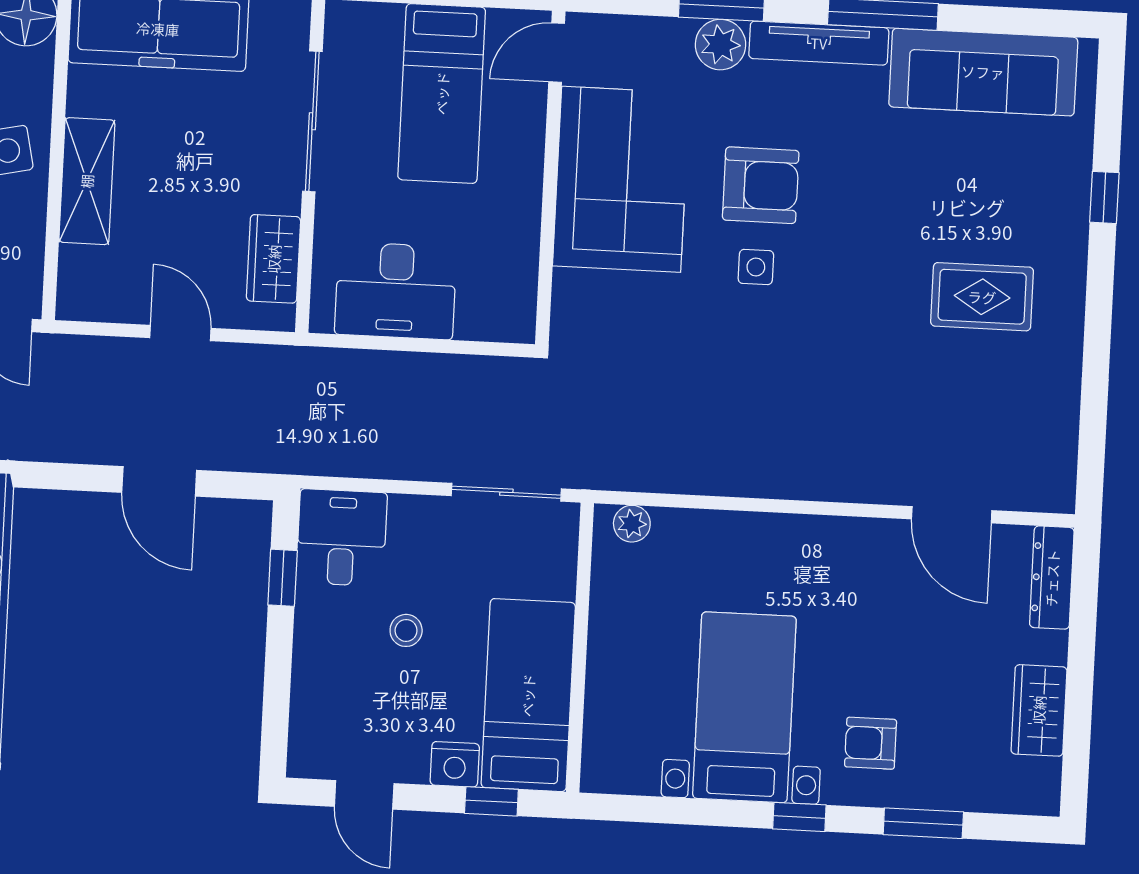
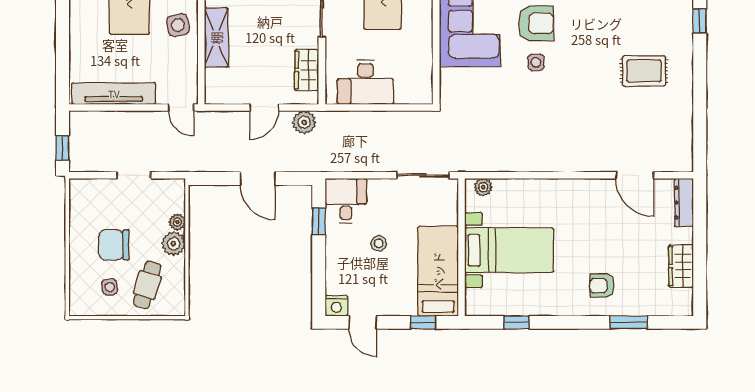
door: (180, 333) -> (264, 108), swing flipped
plant: (262, 368) -> (304, 122), added
bed with nightstands: (744, 707) -> (509, 250), moved, turned 90
nightstand: (455, 764) -> (336, 306), moved
window: (799, 817) -> (517, 322), moved

